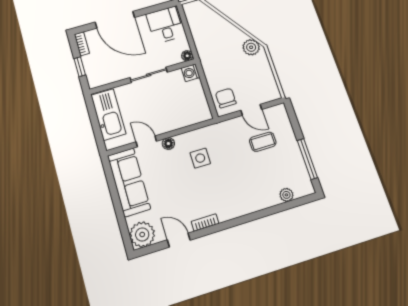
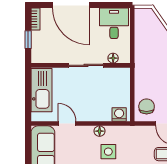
floor lamp: (187, 56) -> (113, 58), moved
washing machine: (191, 73) -> (119, 114), moved, turned 90
floor lamp: (168, 144) -> (100, 131), moved

